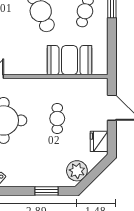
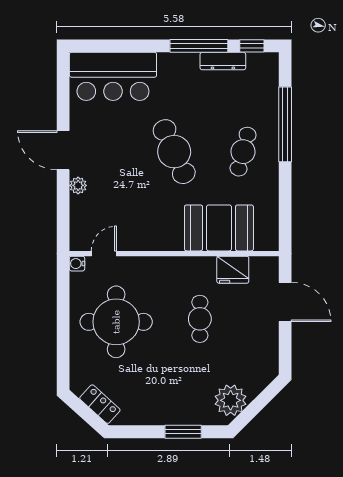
fridge: (99, 141) -> (233, 270), moved, turned -90

